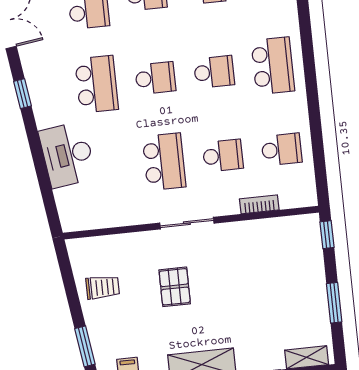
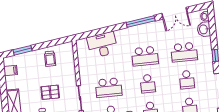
window: (23, 94) -> (141, 22), width x2.17
desk: (67, 155) -> (102, 45), moved

